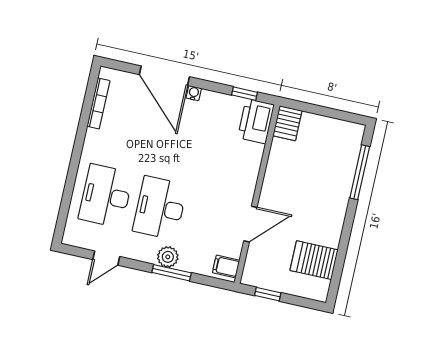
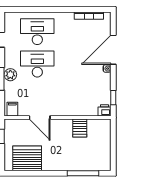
printer: (256, 121) -> (104, 110), width x0.53, depth x0.68
server rack: (287, 123) -> (80, 128), moved, turned -90
server rack: (314, 260) -> (27, 158), width x1.60

